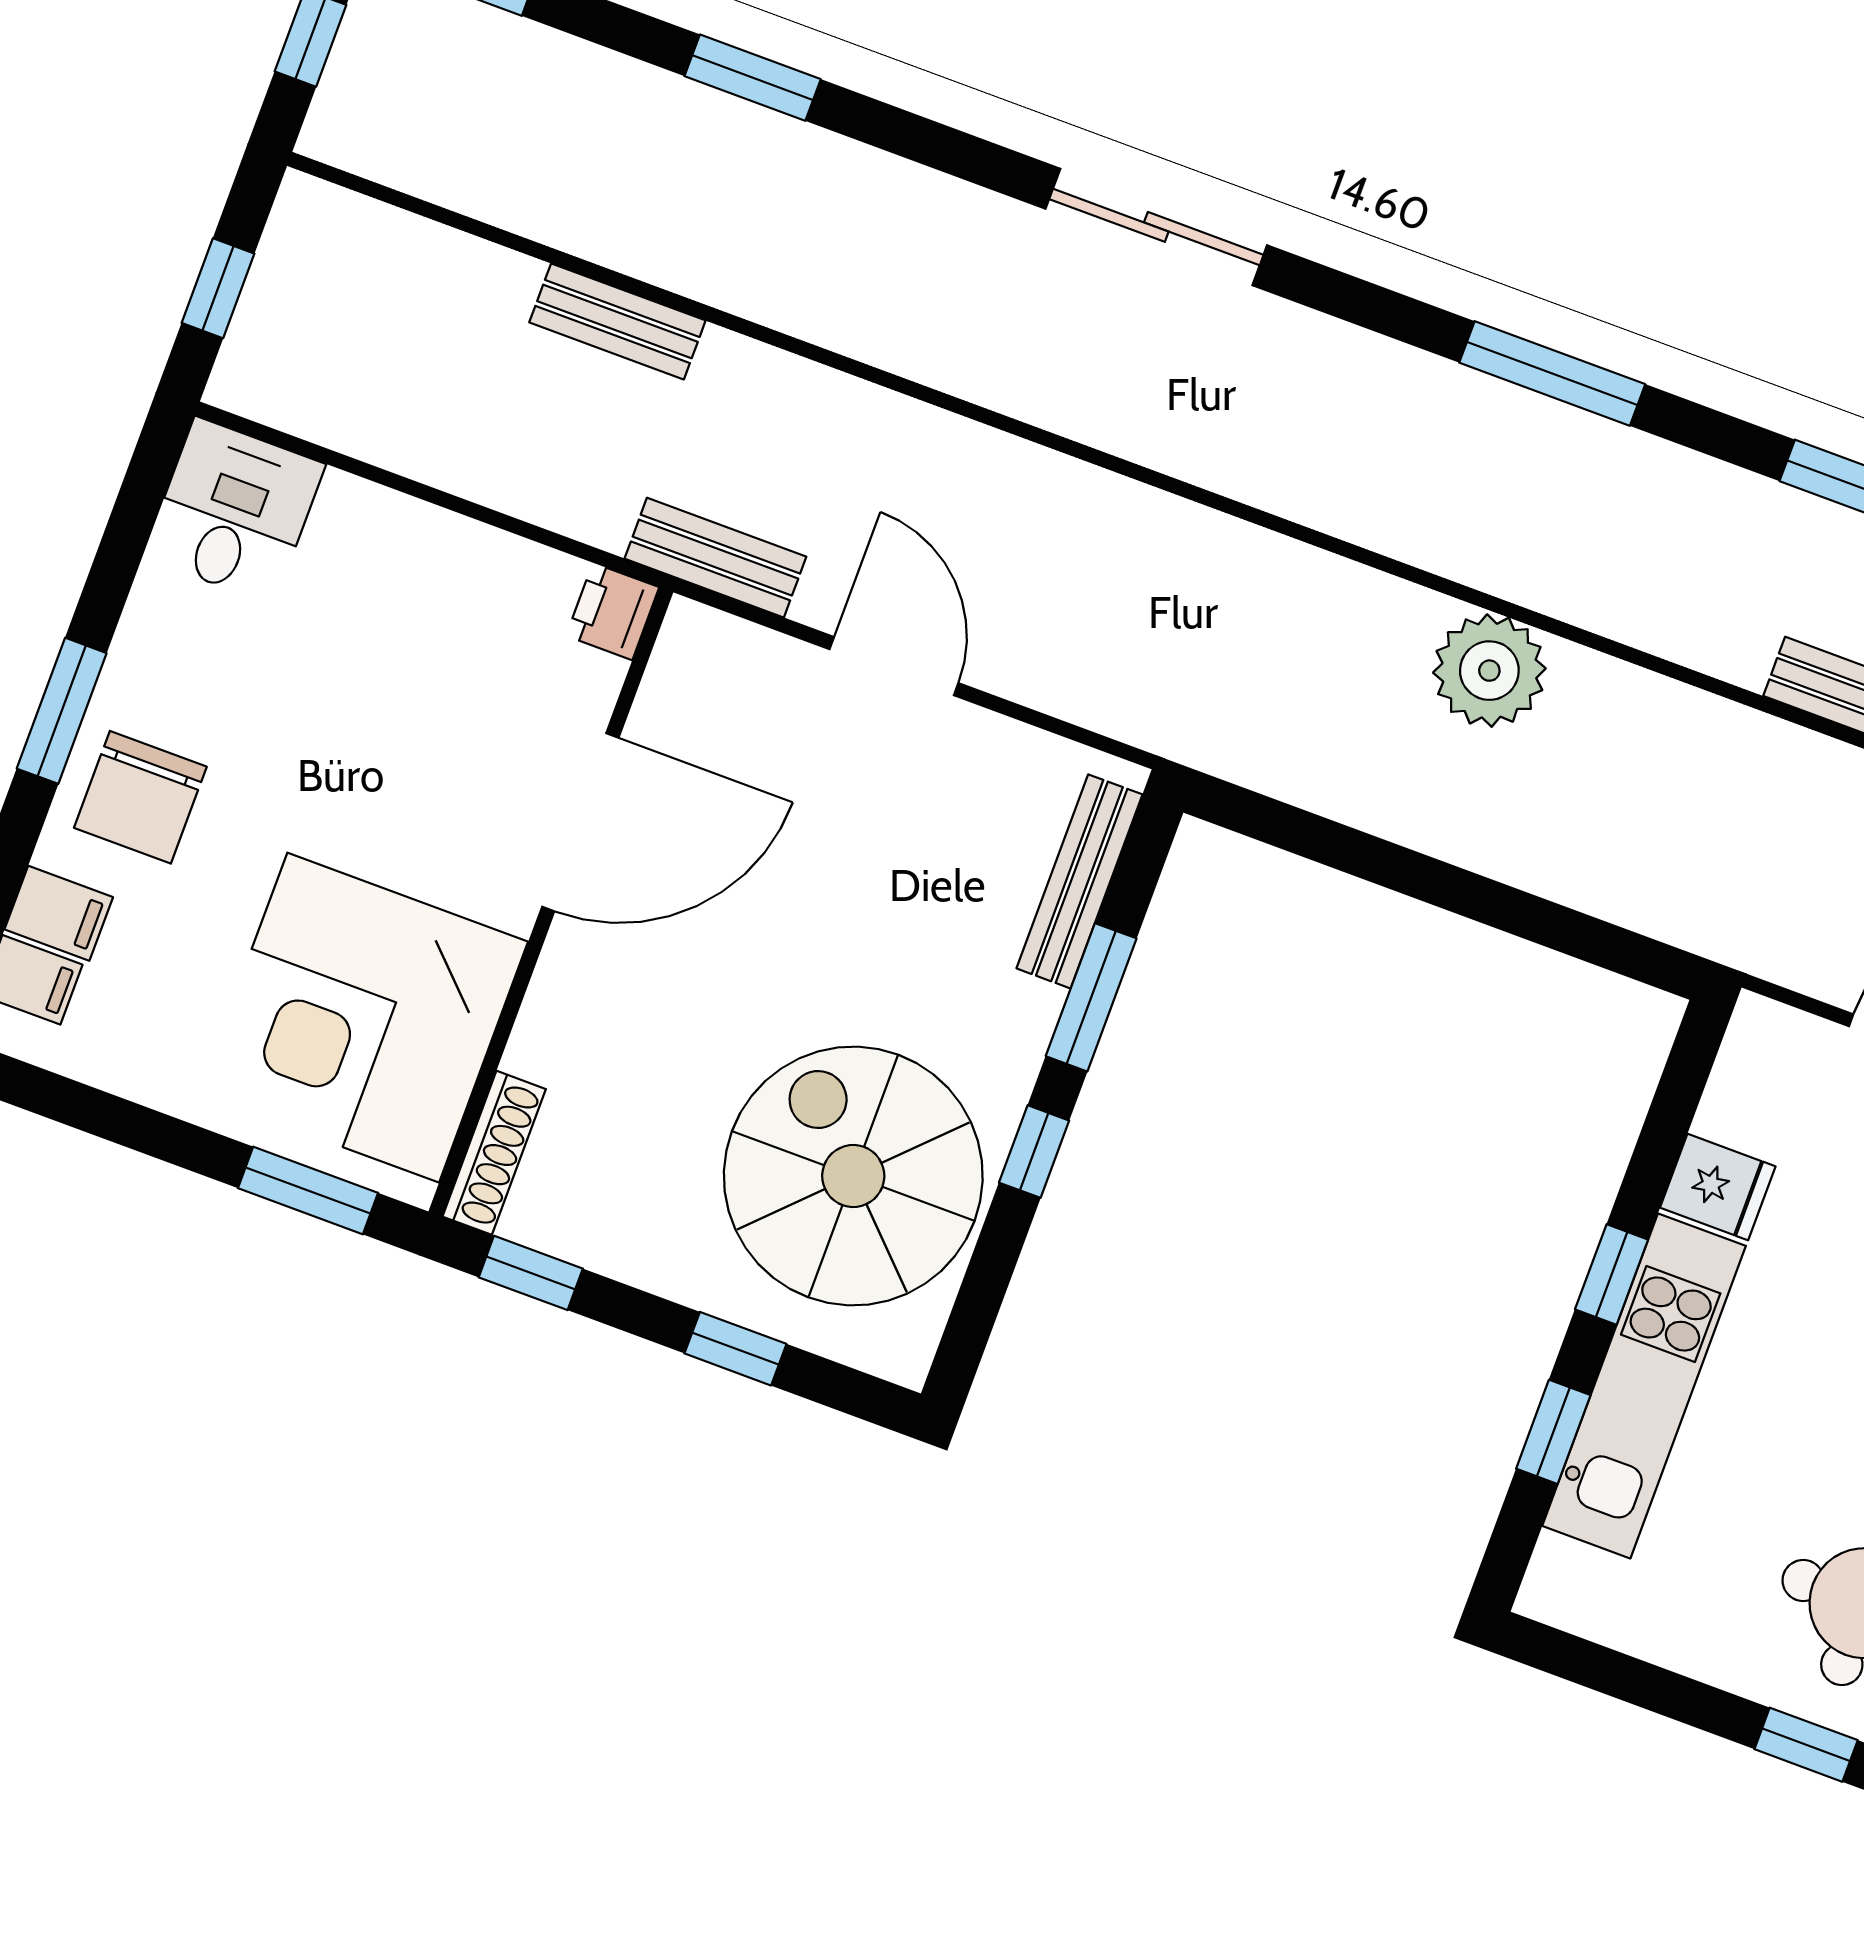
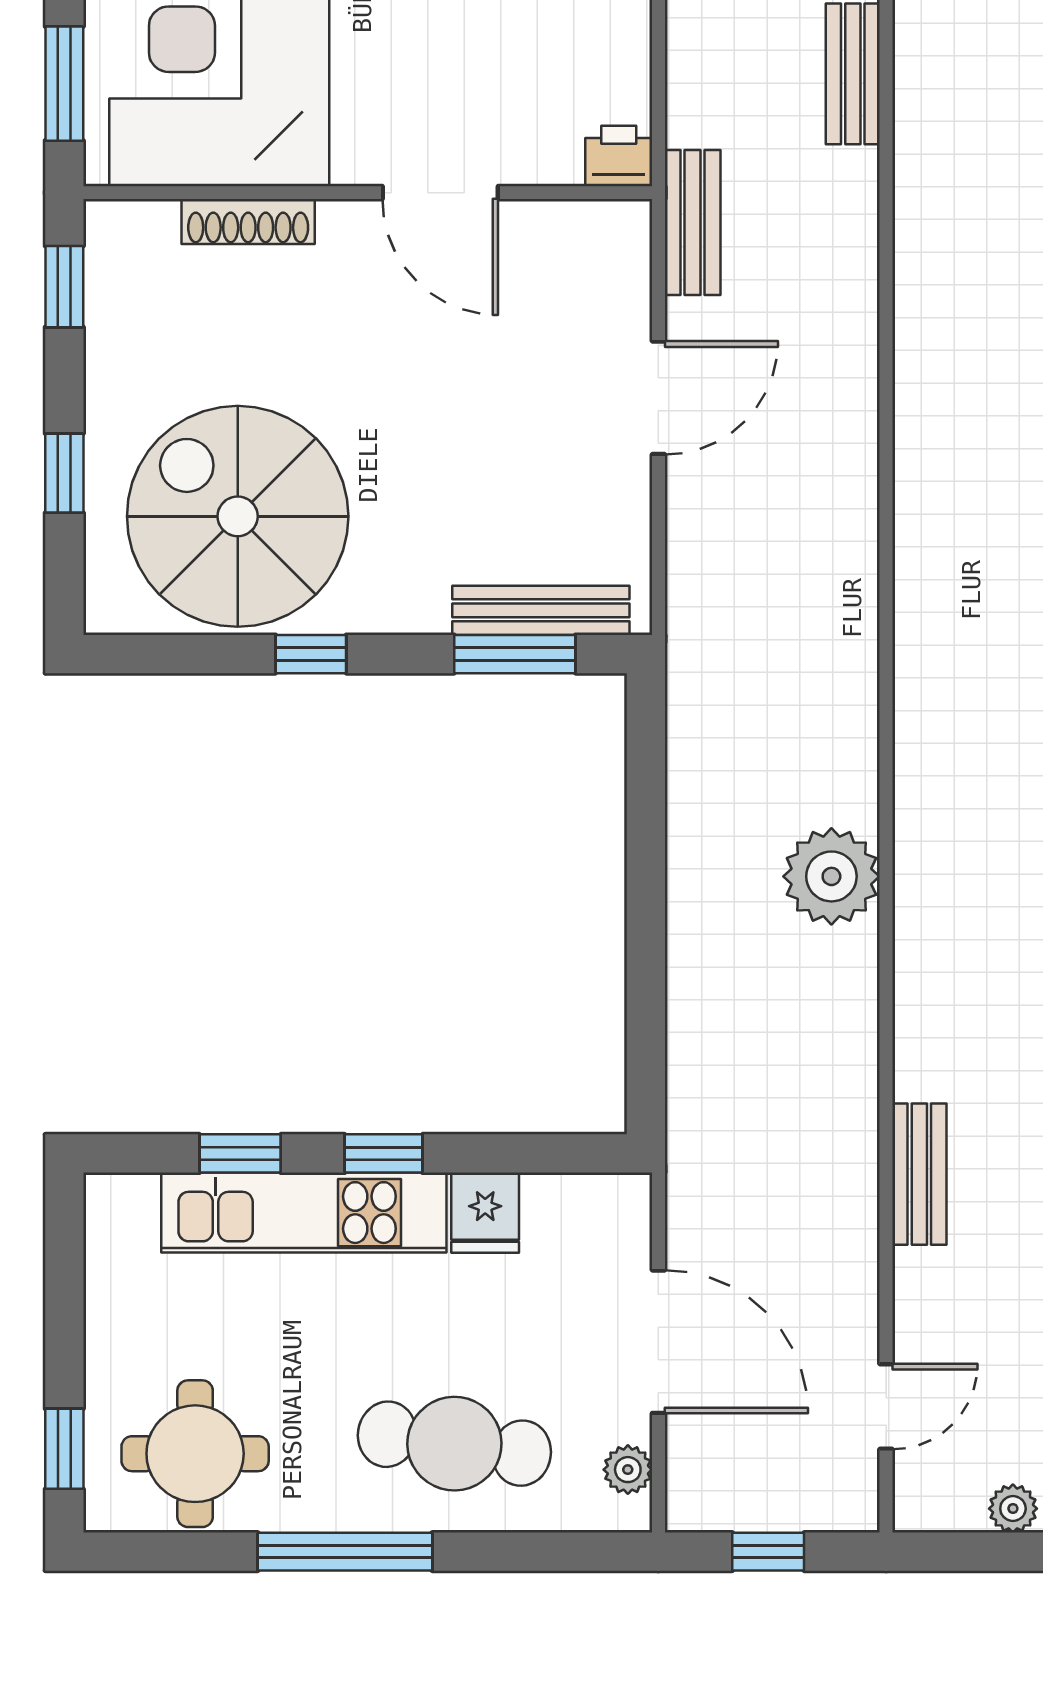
door: (580, 822) -> (440, 193), width x0.73
window: (1091, 997) -> (515, 654), moved
shoe rack: (494, 1153) -> (248, 222), moved
spiral stairs: (853, 1176) -> (238, 516), turned -90

